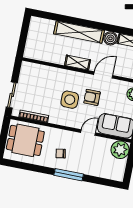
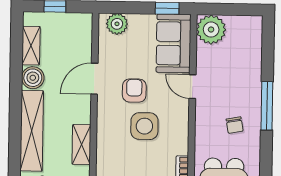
shelving: (78, 63) -> (81, 144), moved
door: (103, 75) -> (94, 79), hinge flipped
armchair: (92, 97) -> (134, 91), turned 180

